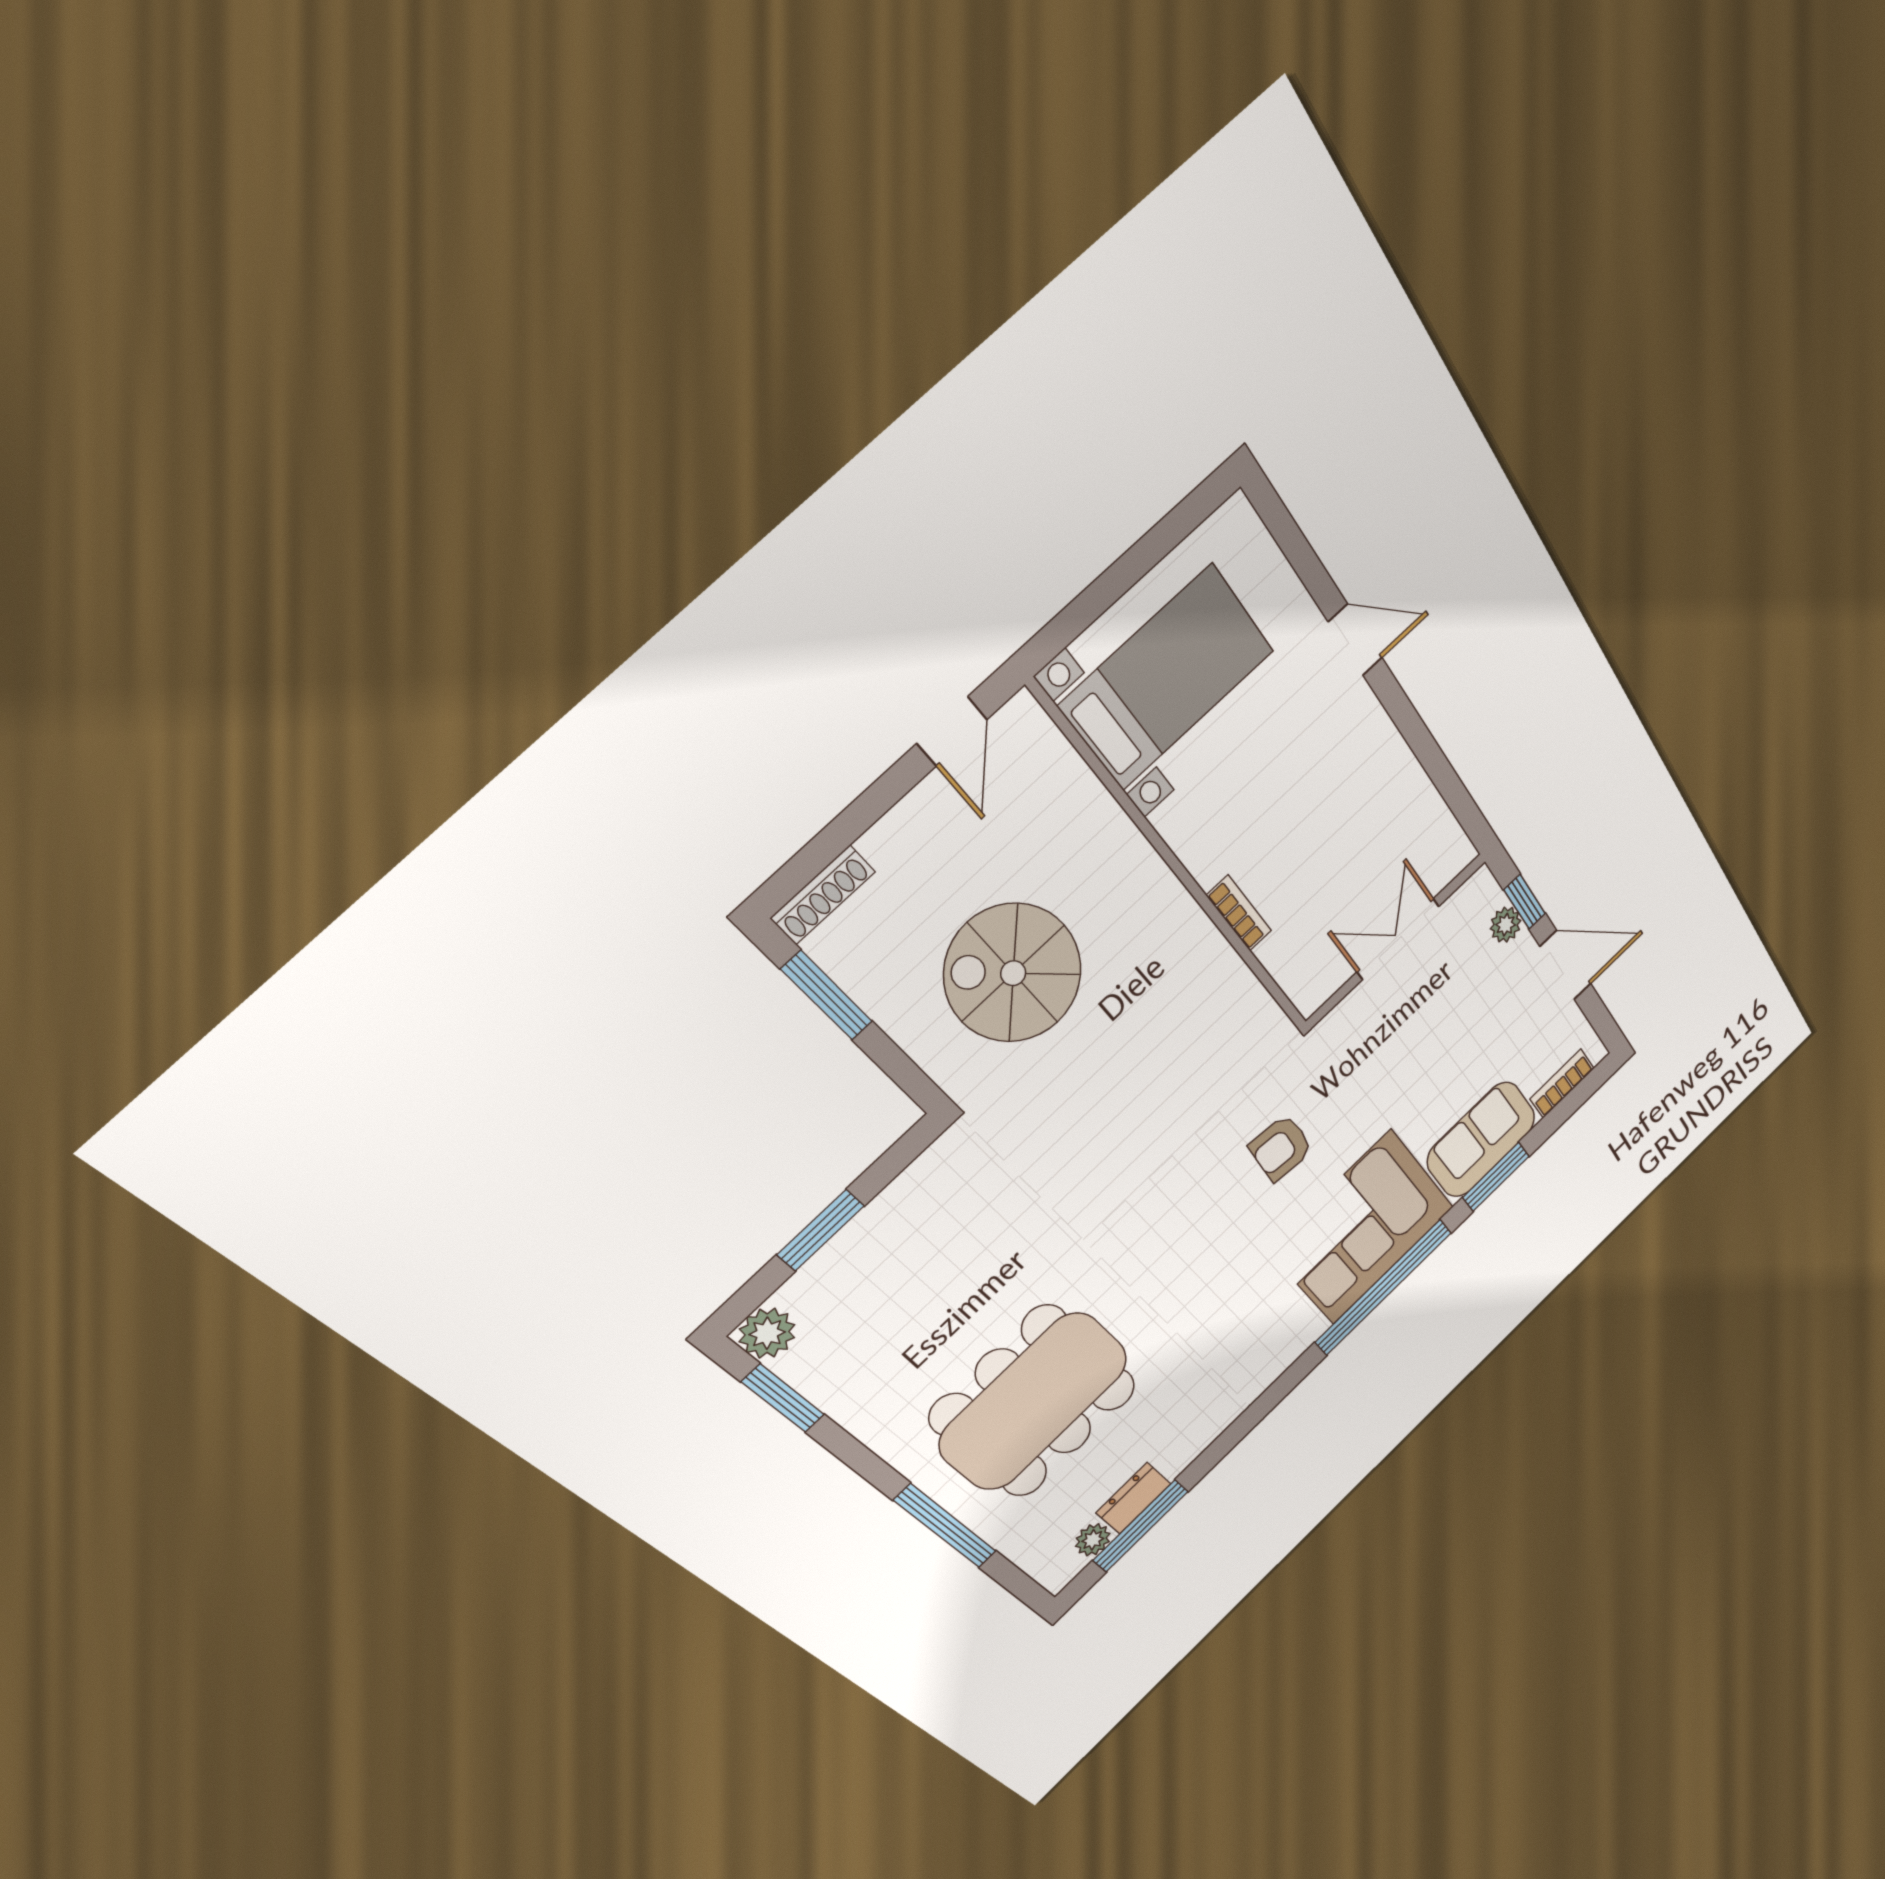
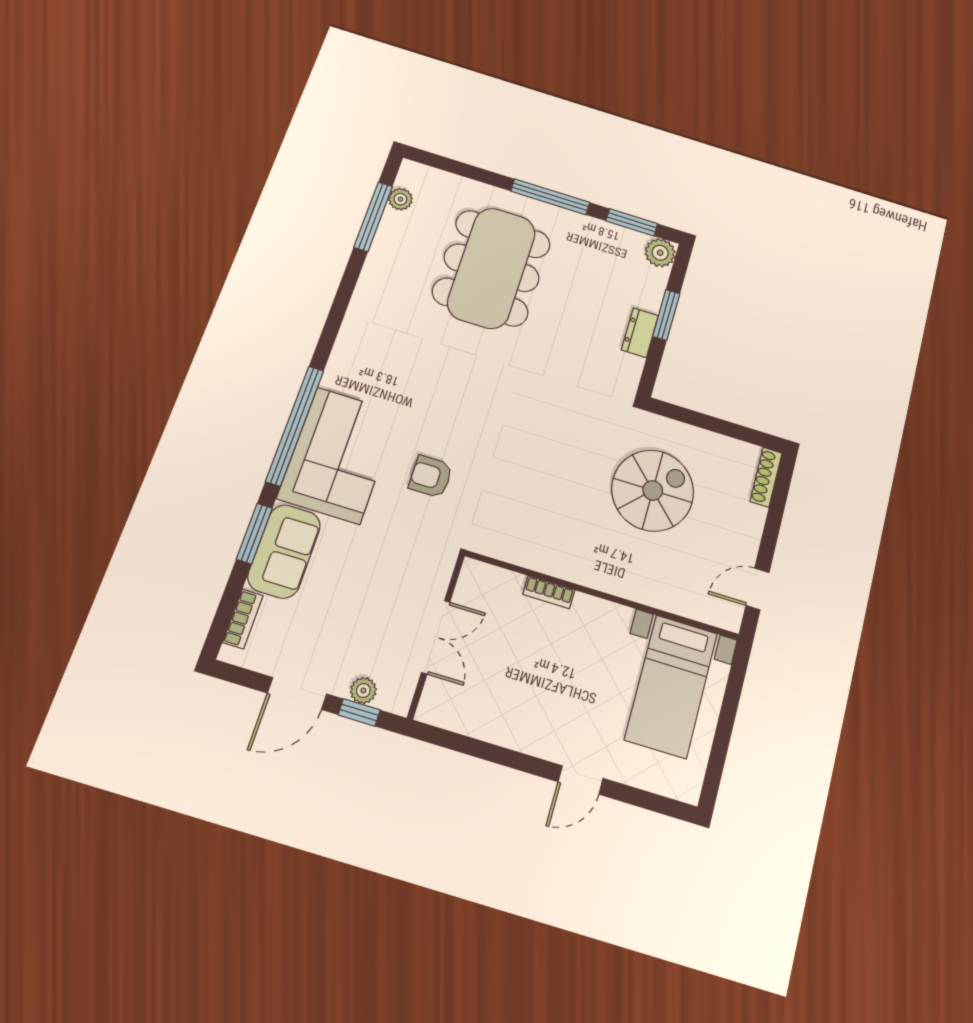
door: (952, 731) -> (757, 589), hinge flipped
window: (827, 995) -> (735, 431), removed
armchair: (1281, 1148) -> (431, 477), turned -95
dresser: (1134, 1498) -> (640, 333), moved, turned 180
window: (945, 1526) -> (550, 197), moved

